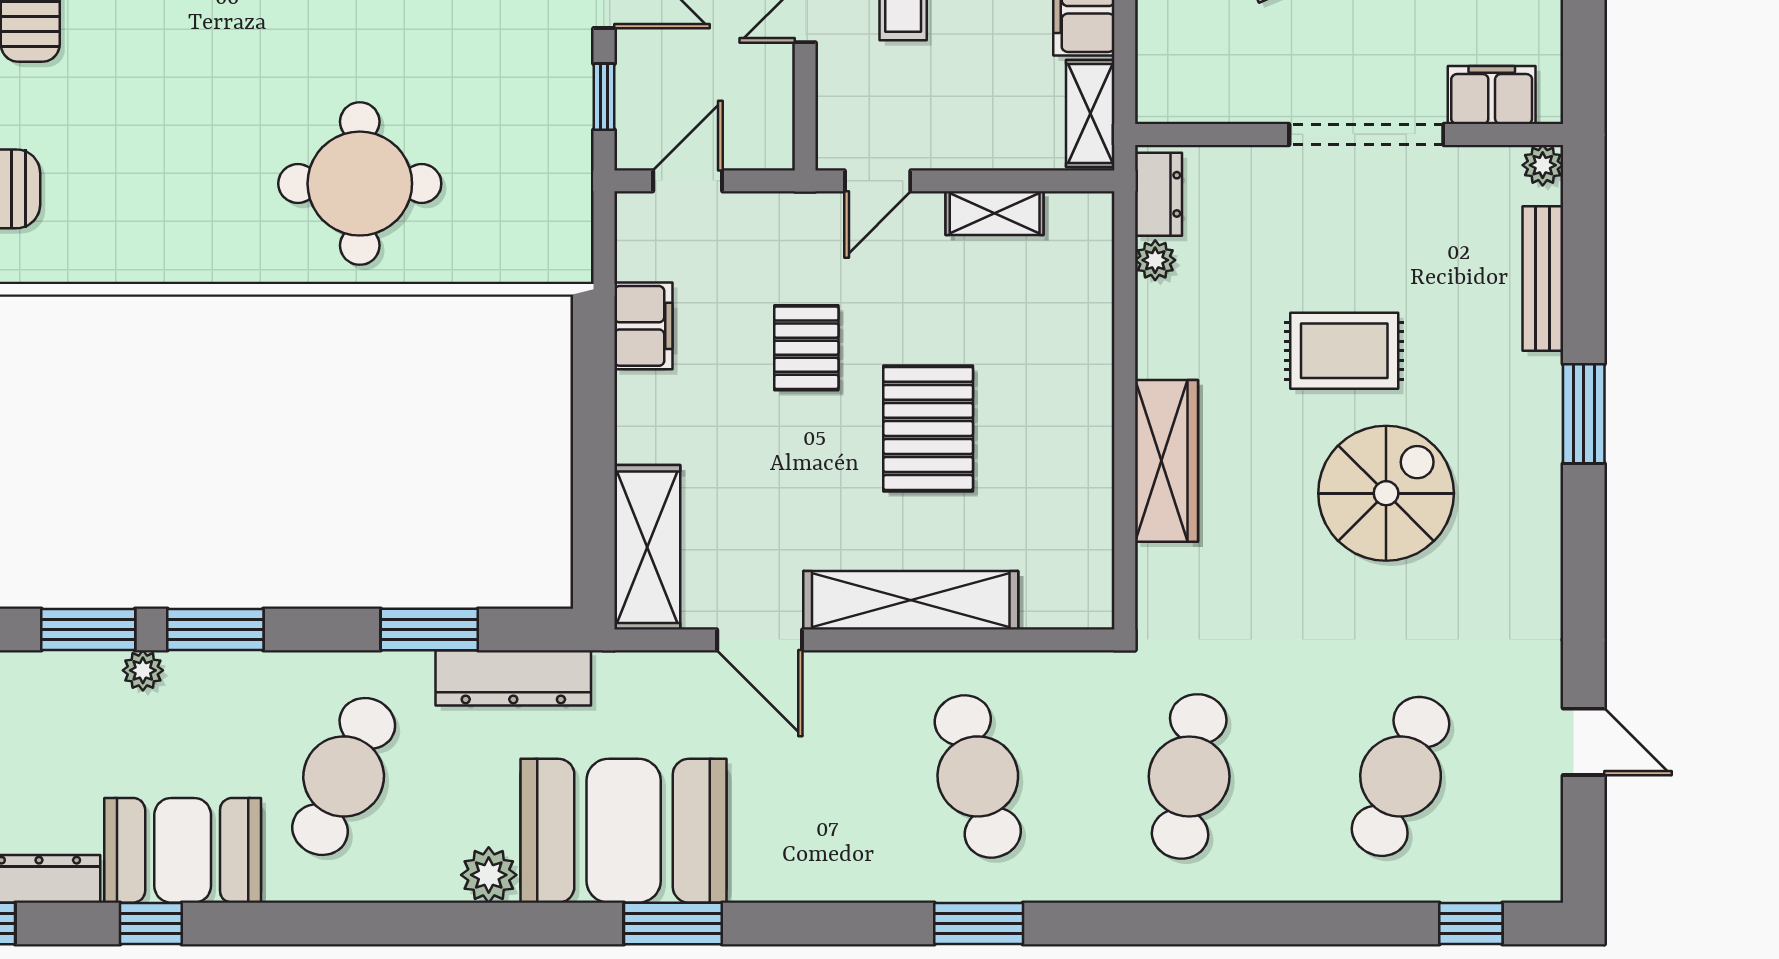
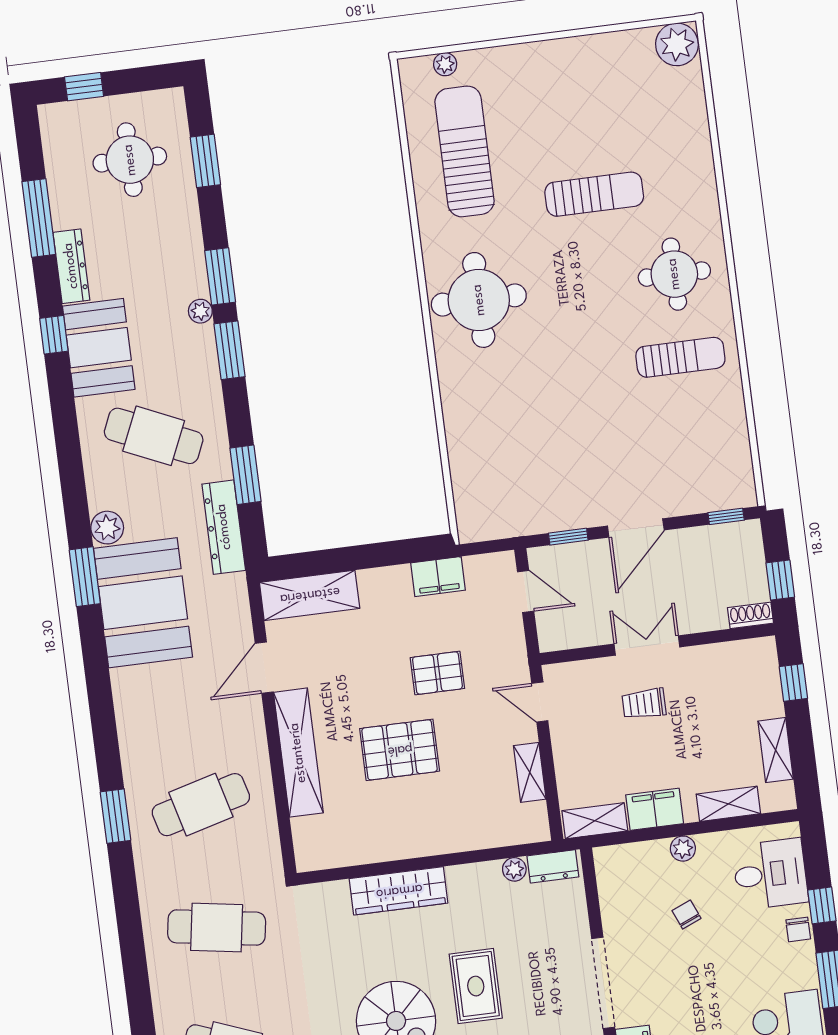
round table: (360, 184) -> (479, 300), moved
window: (673, 923) -> (85, 577), moved

